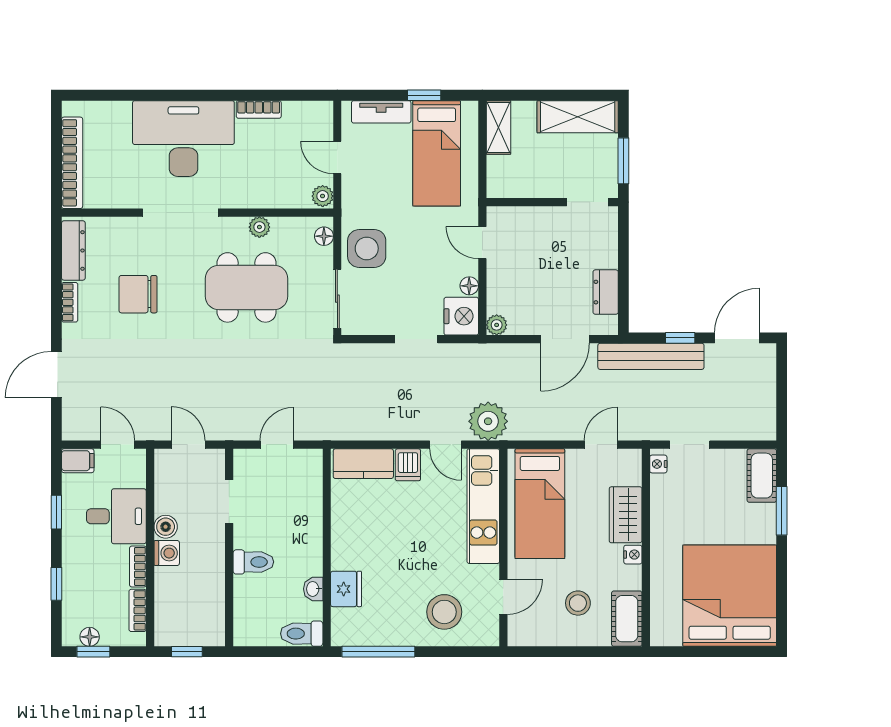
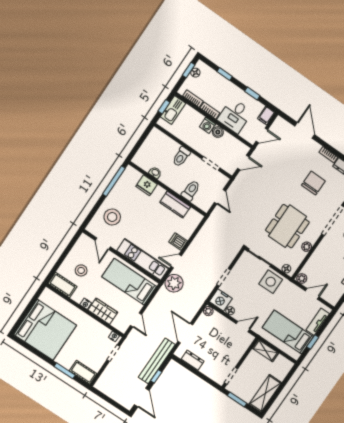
shelving: (498, 128) -> (265, 351), moved
kitchen counter: (363, 464) -> (175, 205), moved, turned -90
kitchen sink: (182, 632) -> (173, 110), added
toilet: (302, 634) -> (191, 191), moved

